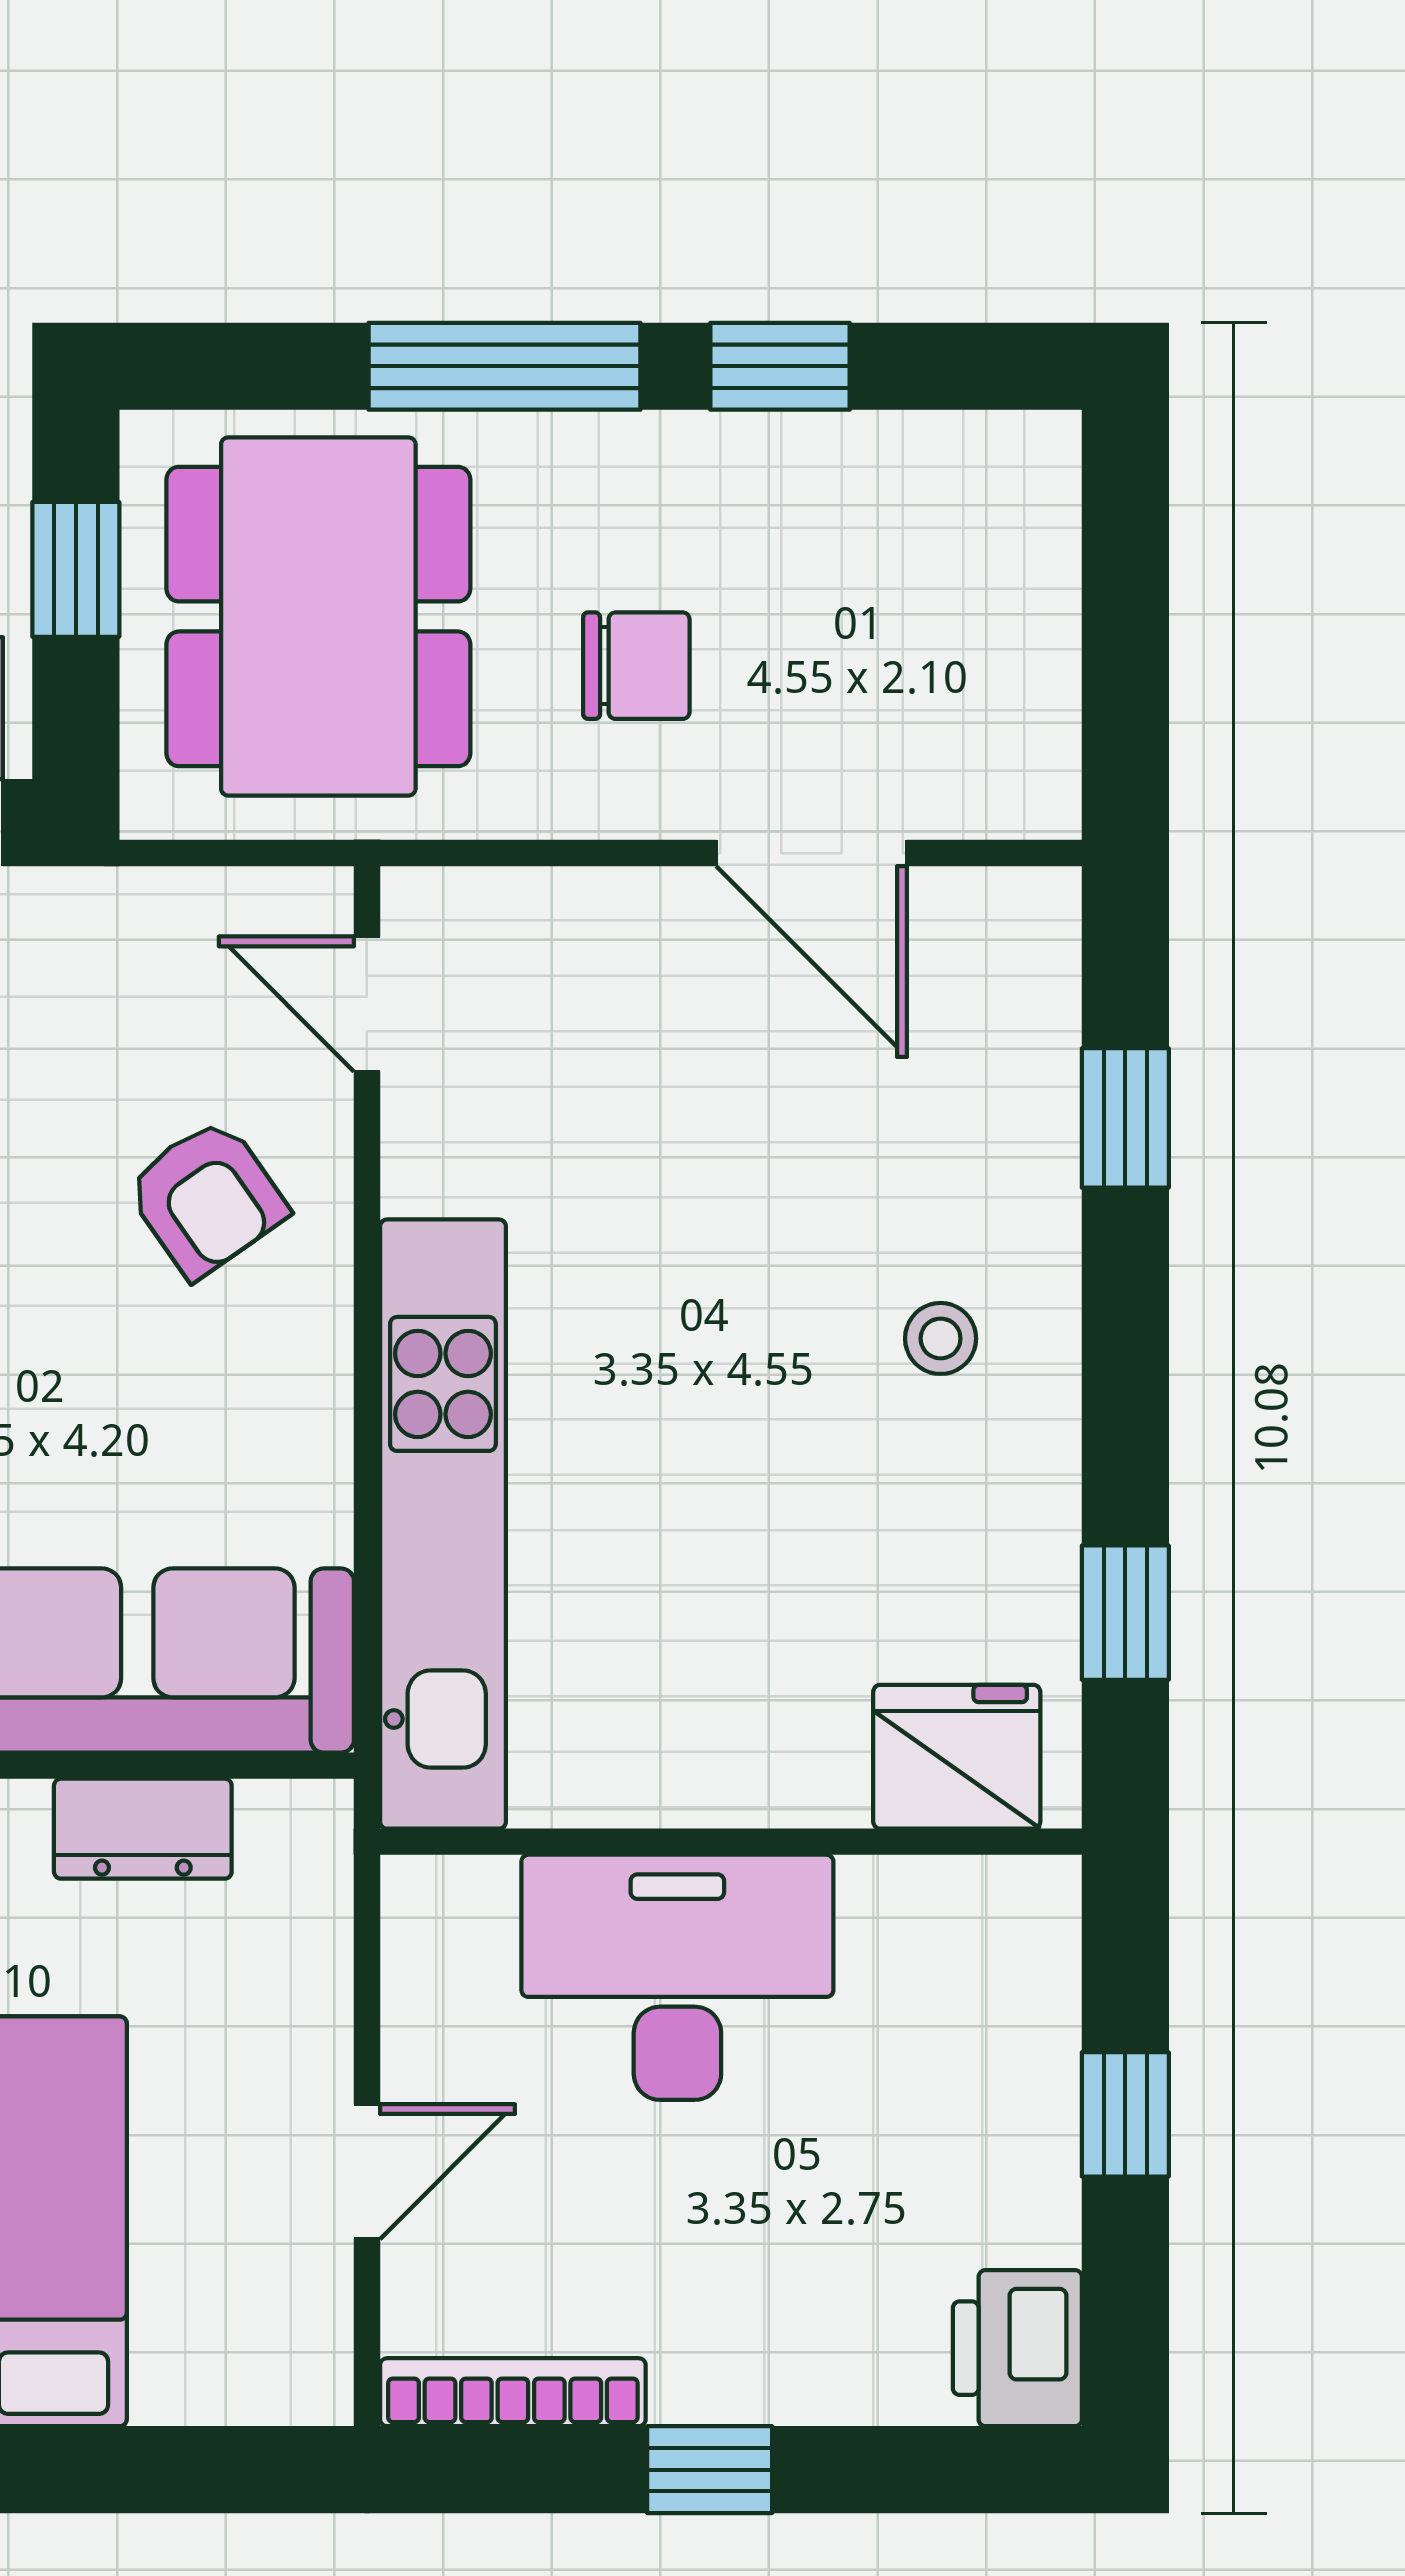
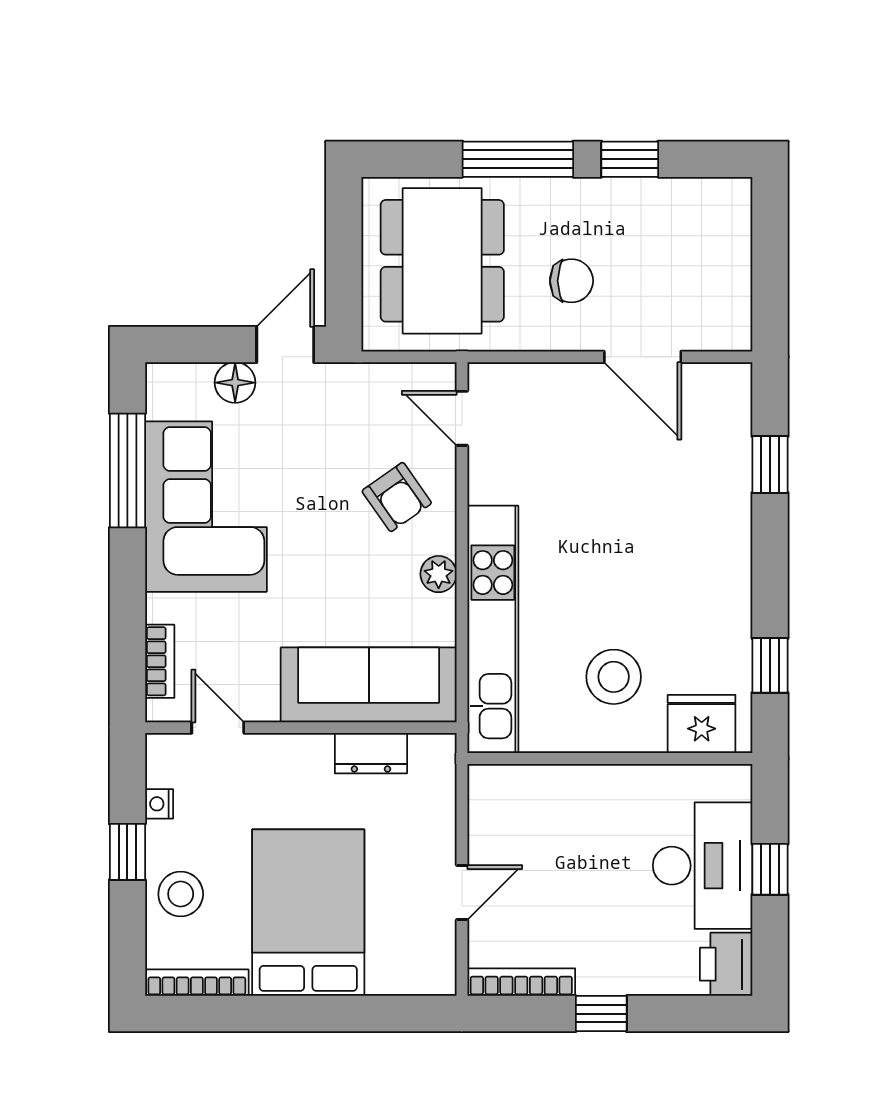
window: (76, 569) -> (344, 242), removed
stool: (941, 1338) -> (614, 677), moved, width x1.89, depth x1.89
plant: (309, 1388) -> (439, 574), added
desk: (677, 1977) -> (703, 866), moved, turned 90

